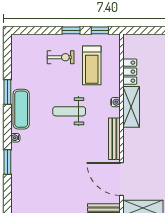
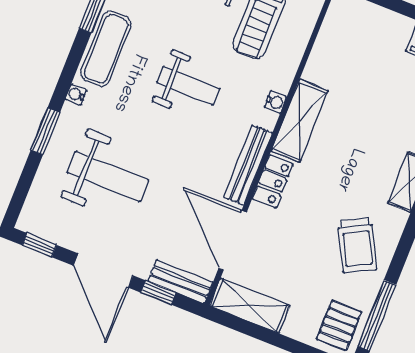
locker: (130, 72) -> (273, 181), moved
weight bench: (69, 111) -> (188, 86), turned 180
weight bench: (47, 172) -> (108, 176), added

